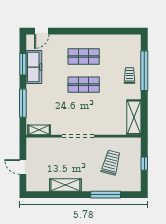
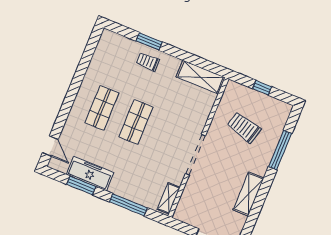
window: (144, 71) -> (149, 41), width x0.47

